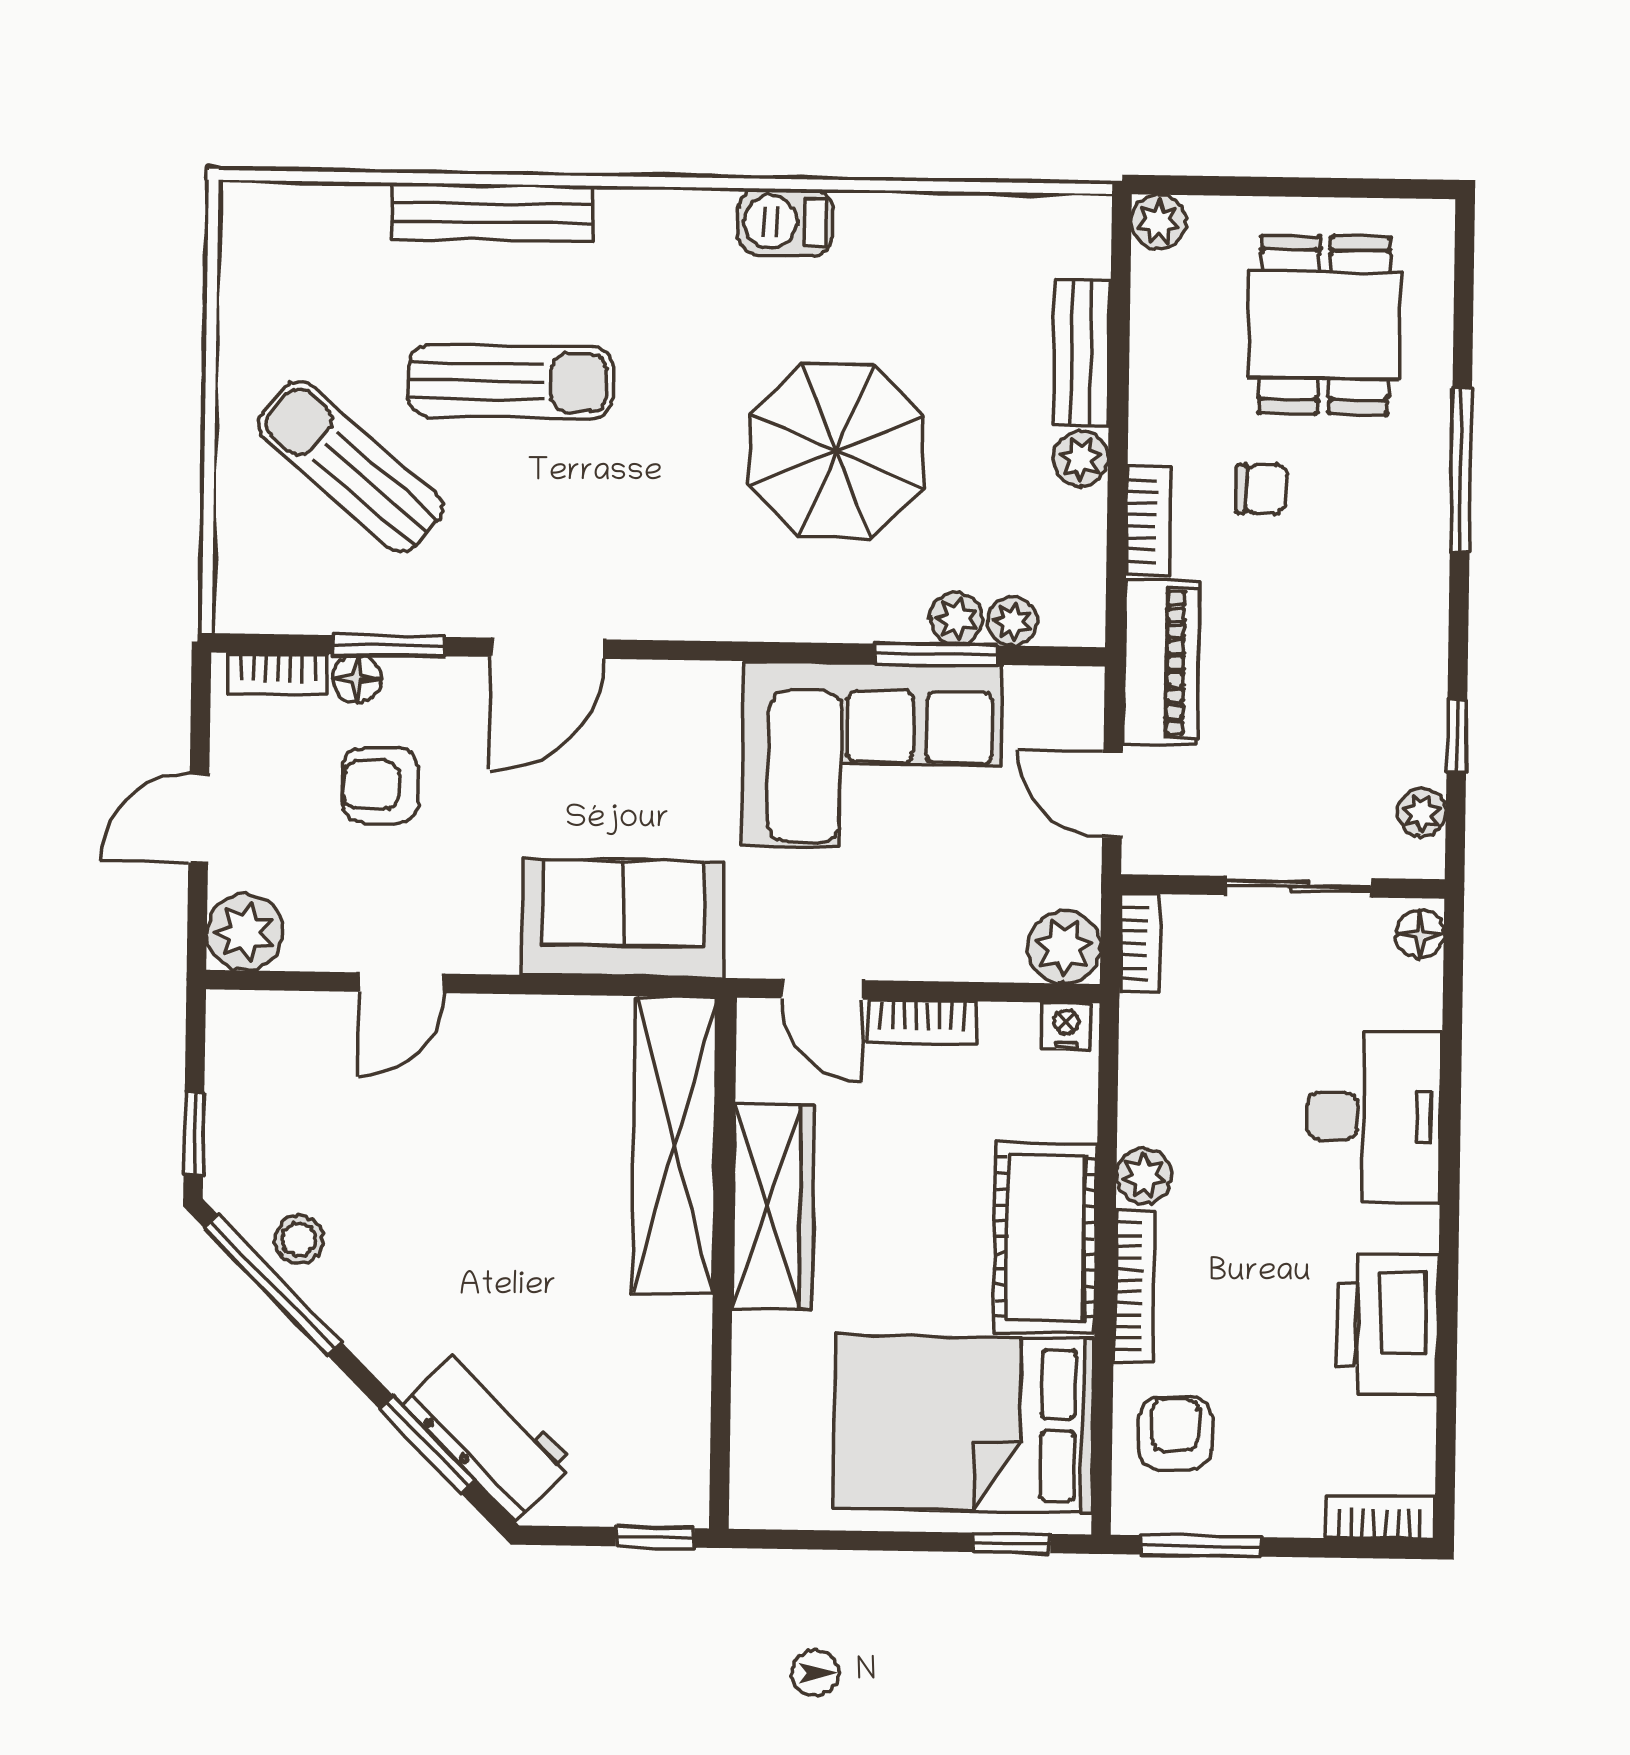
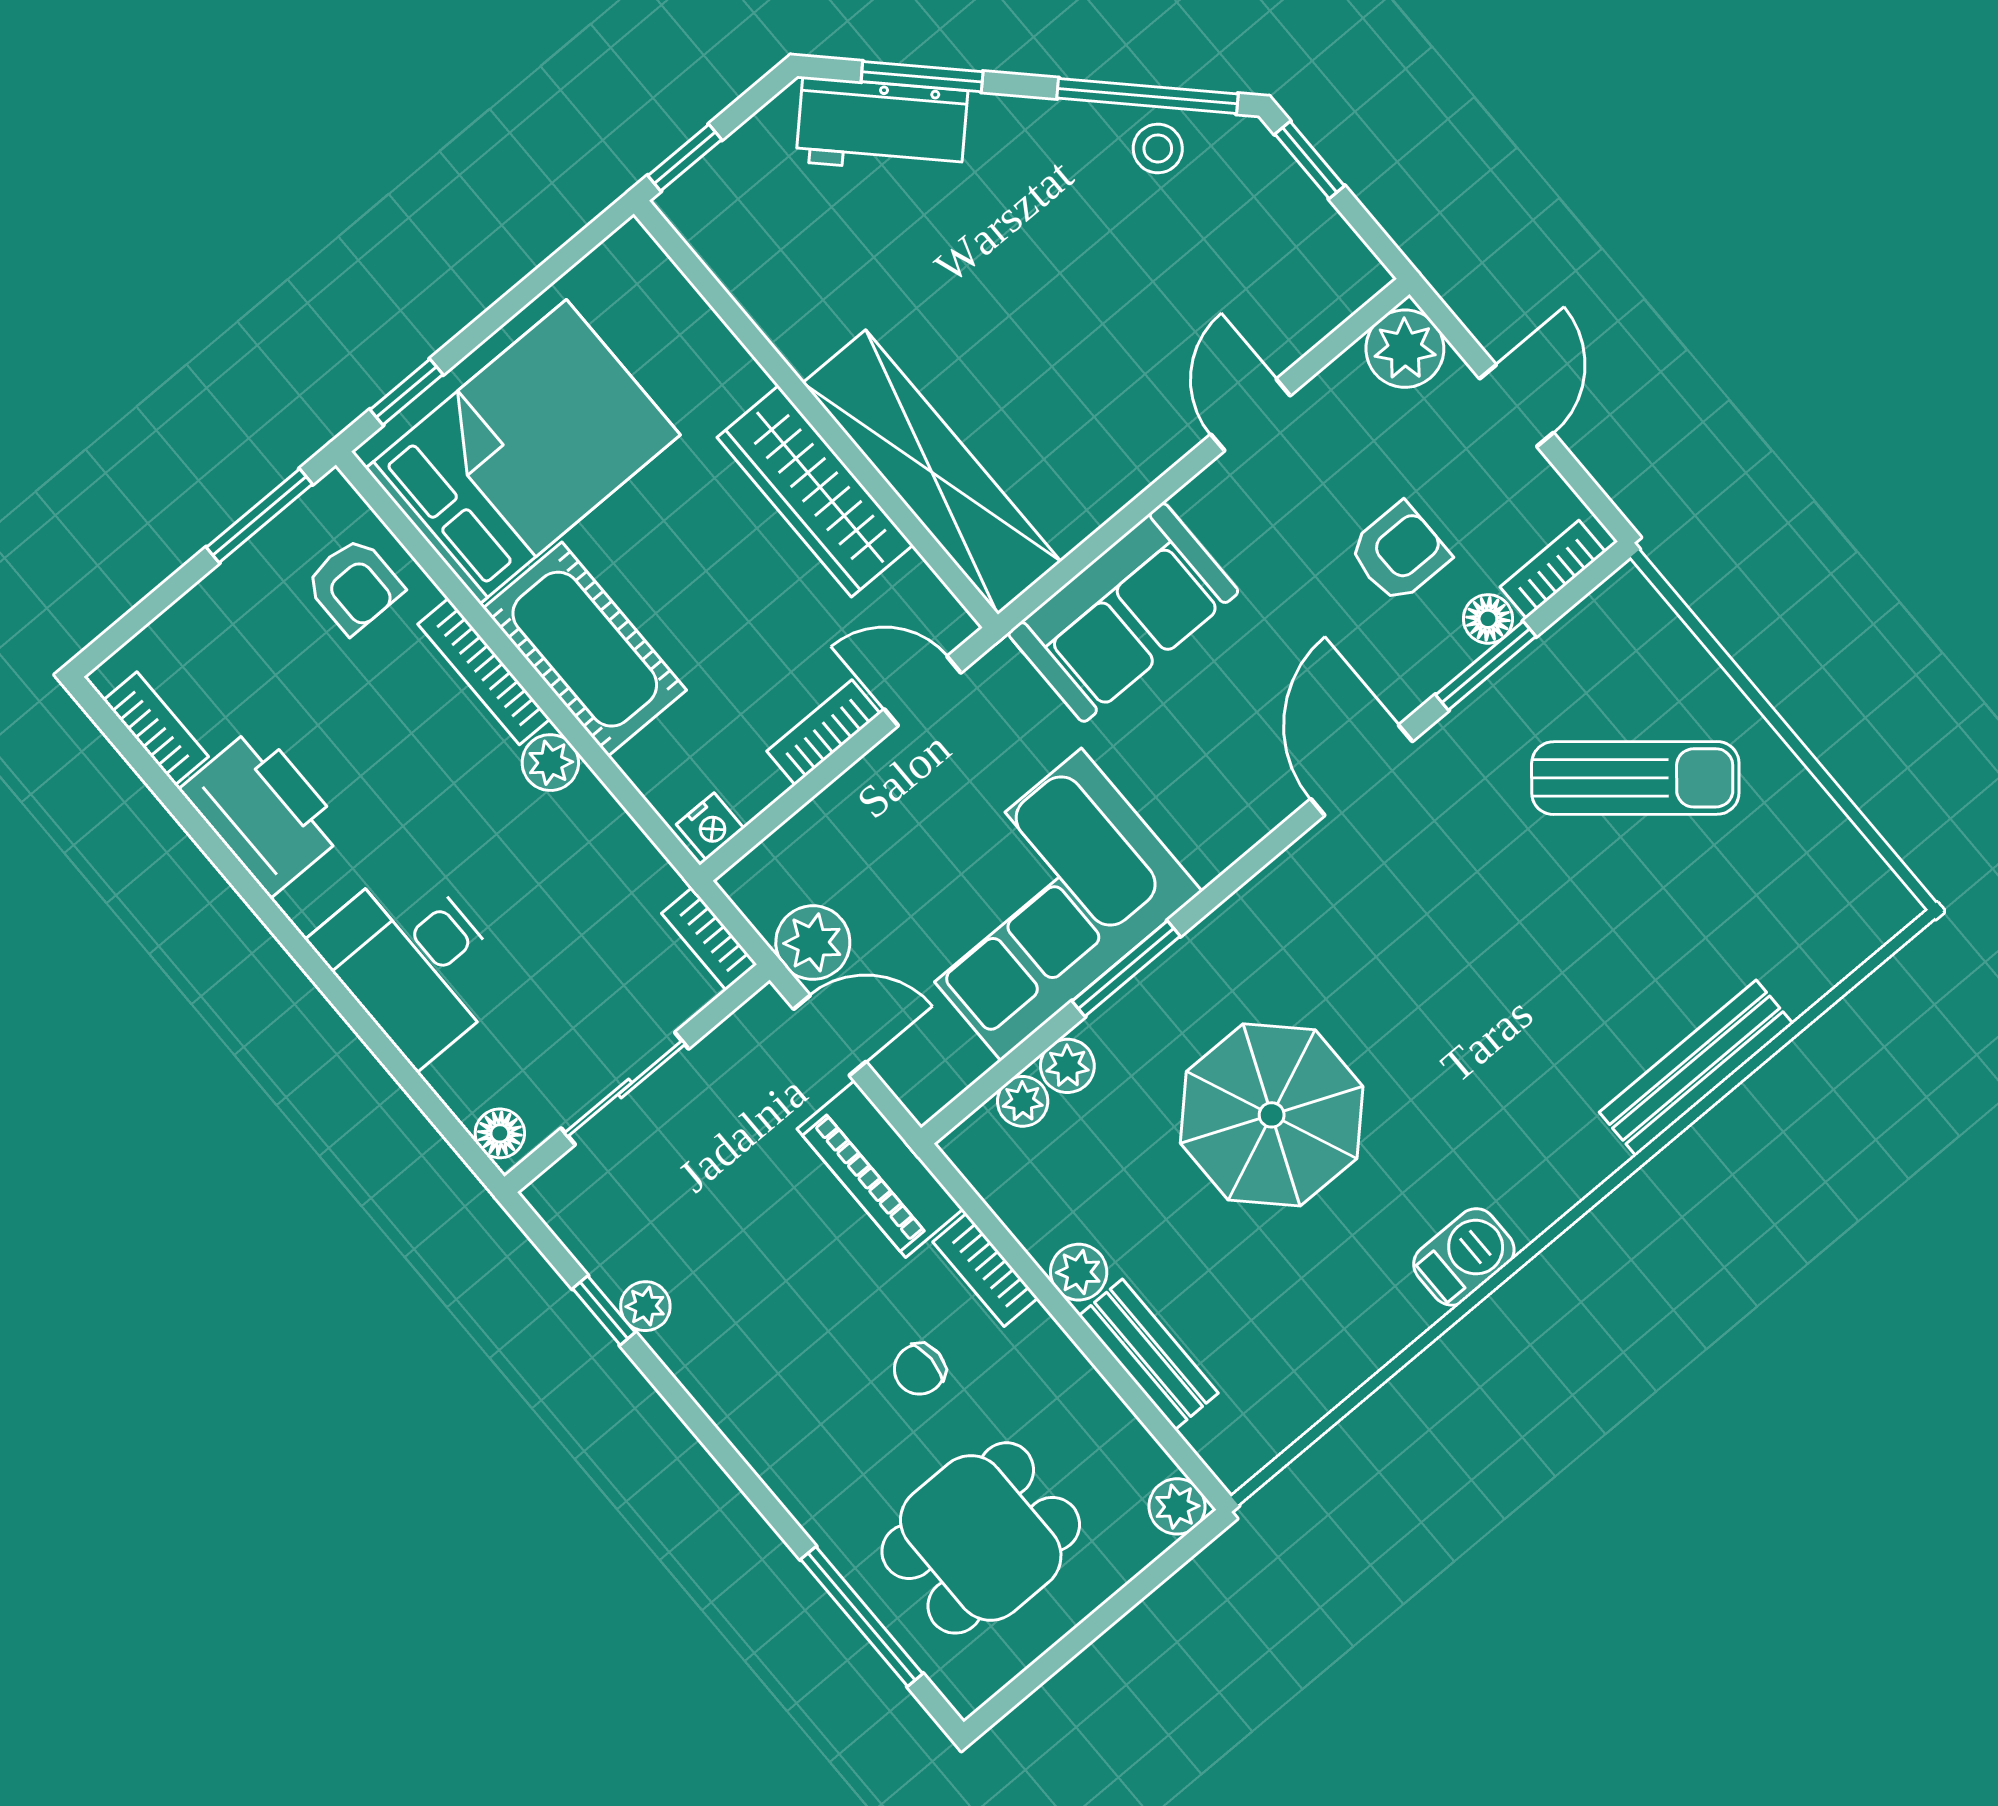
dining table: (1324, 325) -> (981, 1538), turned 90
sun lounger: (510, 382) -> (1569, 950), removed
window: (1461, 470) -> (862, 1617), moved
window: (935, 654) -> (1126, 969), moved
plant: (1422, 813) -> (645, 1306), moved
plant: (1064, 947) -> (813, 943), moved
bookcase: (1380, 1517) -> (156, 728), moved, turned -90

